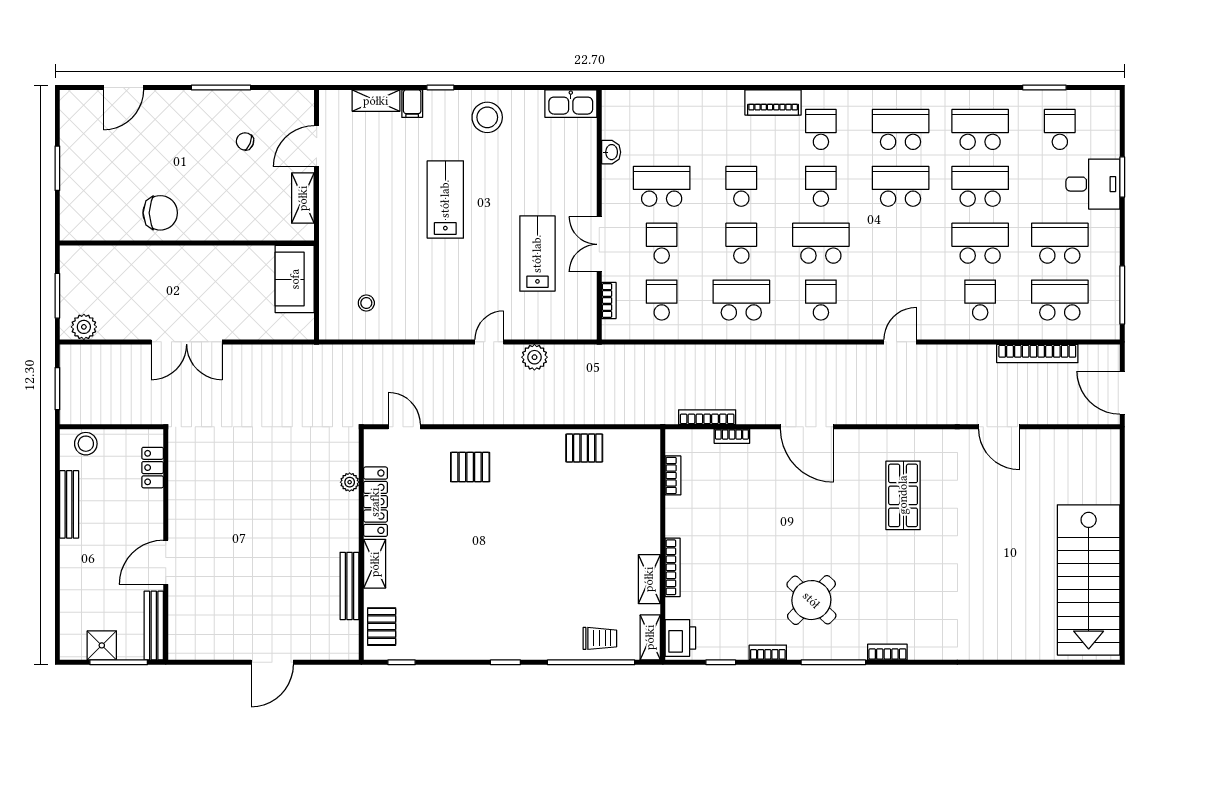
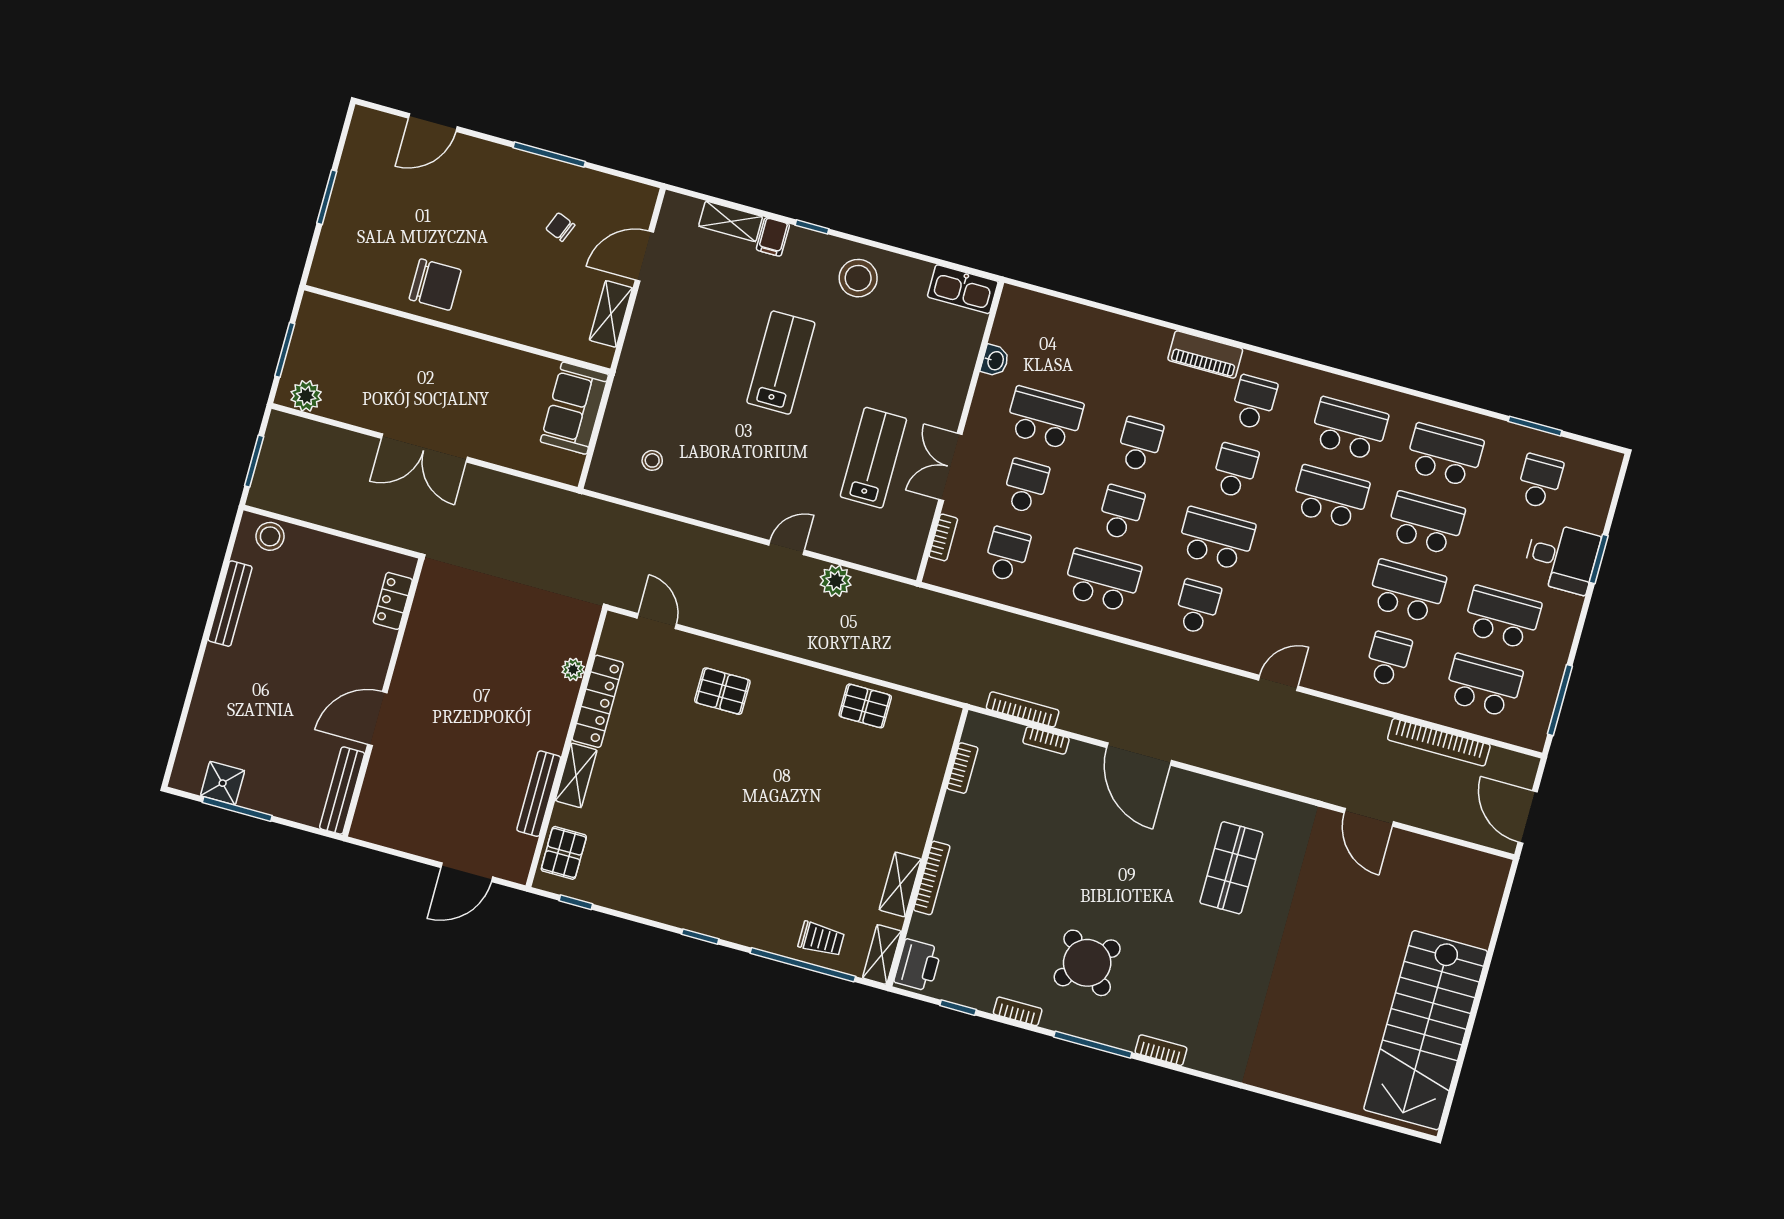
locker: (153, 468) -> (393, 601), moved
wall: (166, 545) -> (383, 697), moved
door: (166, 562) -> (377, 719), moved
bench: (154, 626) -> (342, 791), moved
door: (272, 662) -> (467, 872), moved

